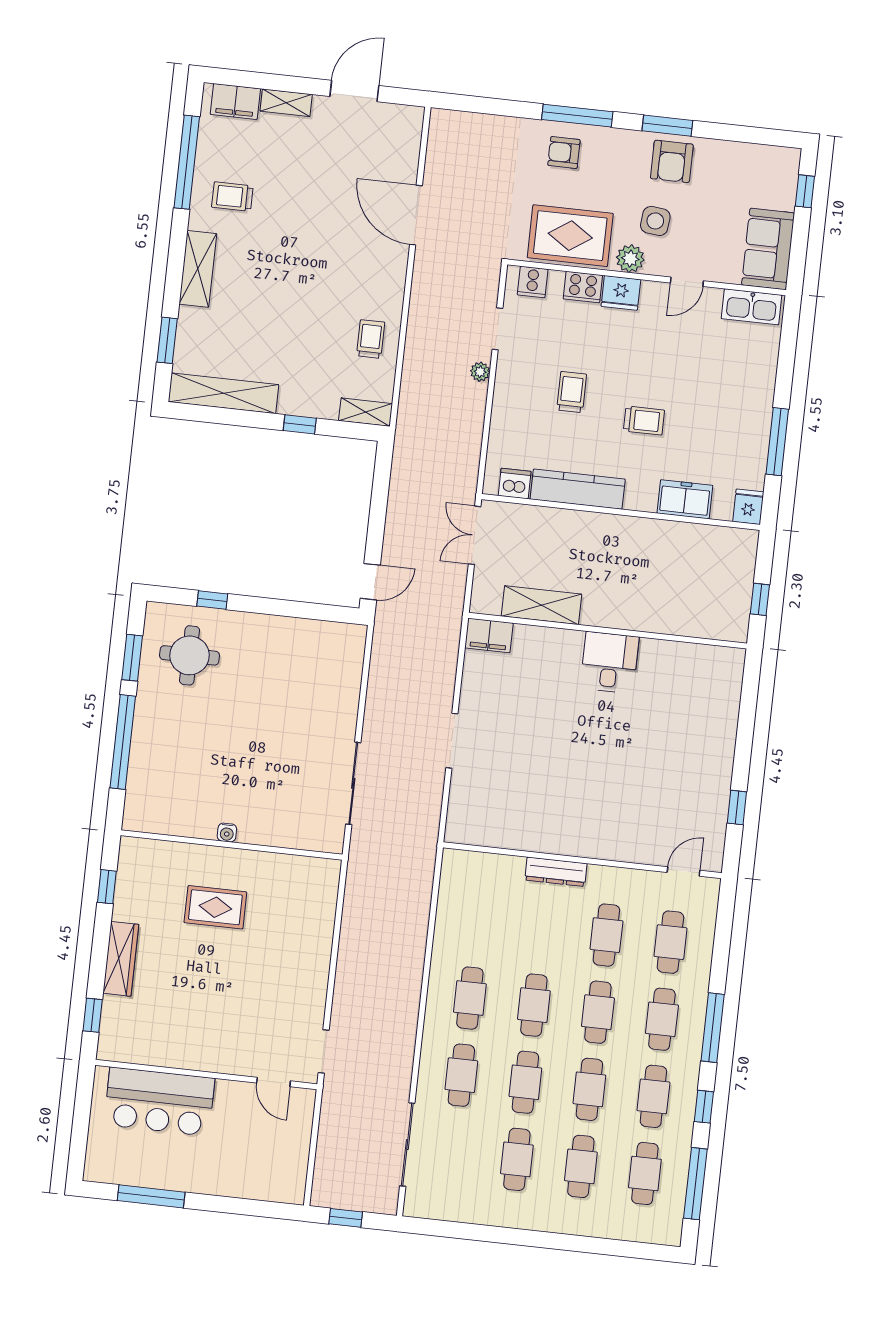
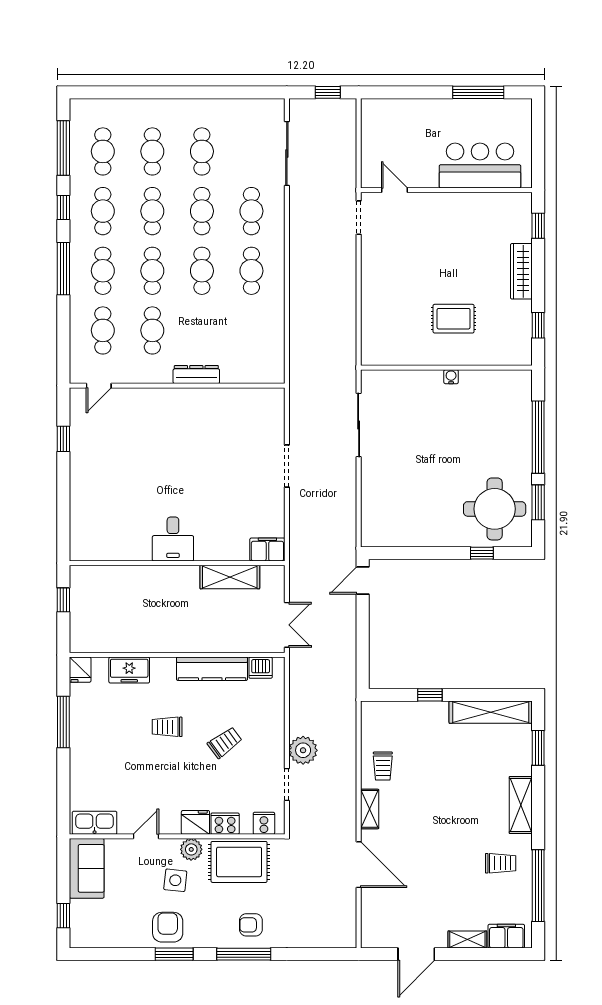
armchair: (564, 153) -> (251, 925), turned 180
plant: (480, 372) -> (303, 750), width x1.88, depth x1.88
trolley: (572, 392) -> (225, 742), turned -126
shelving: (366, 412) -> (370, 809), moved, turned 90
round table: (190, 655) -> (495, 509), width x1.36, depth x1.36

